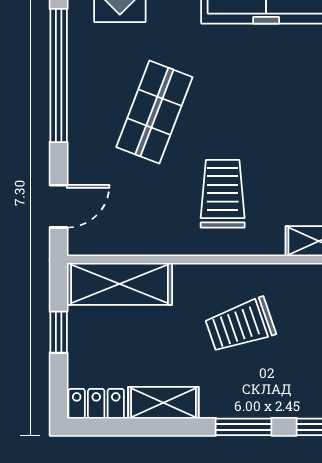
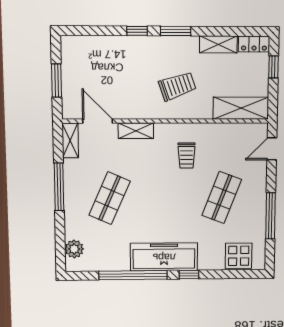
window: (59, 75) -> (271, 216), width x0.68
trolley: (223, 194) -> (187, 156), width x0.73, depth x0.72
window: (59, 332) -> (273, 67), moved

